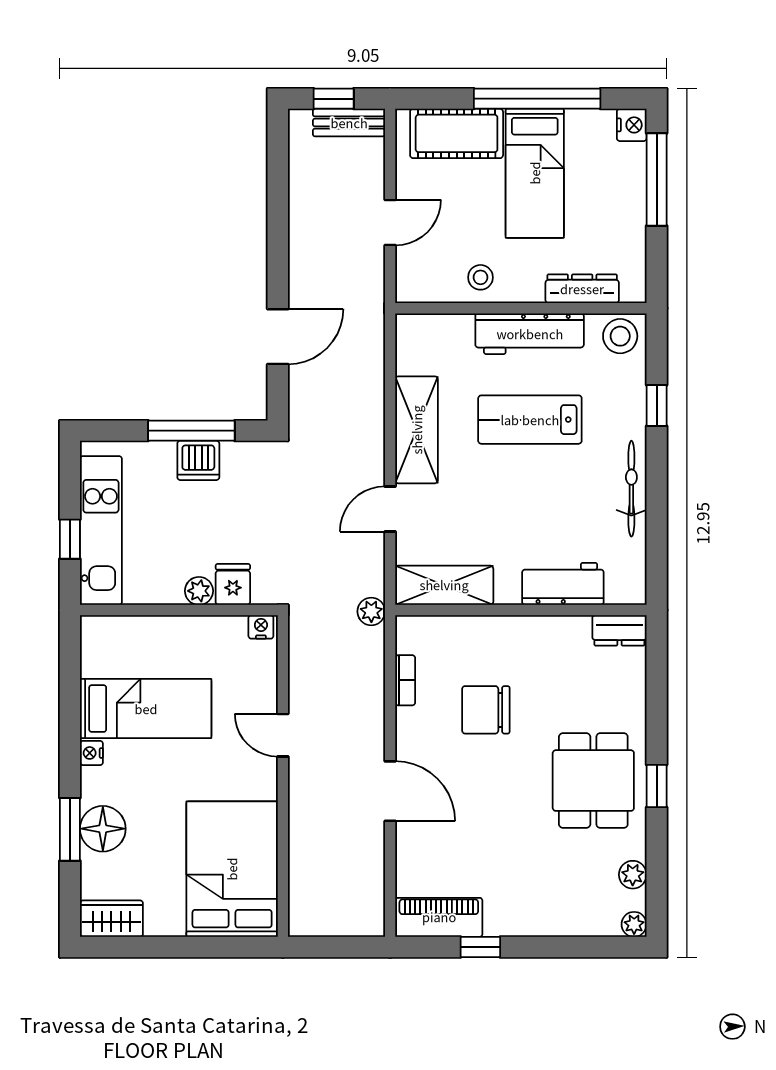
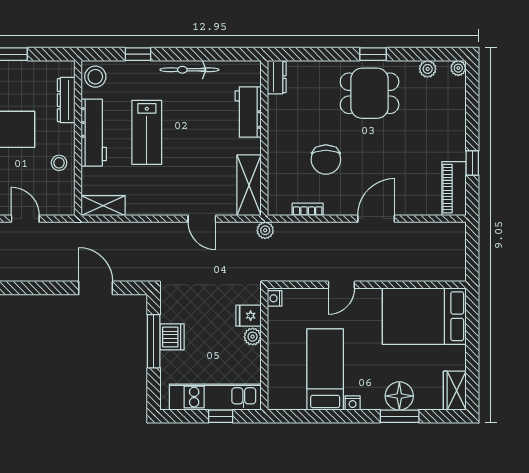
shelving: (417, 430) -> (103, 206), moved, width x0.67, depth x0.75

